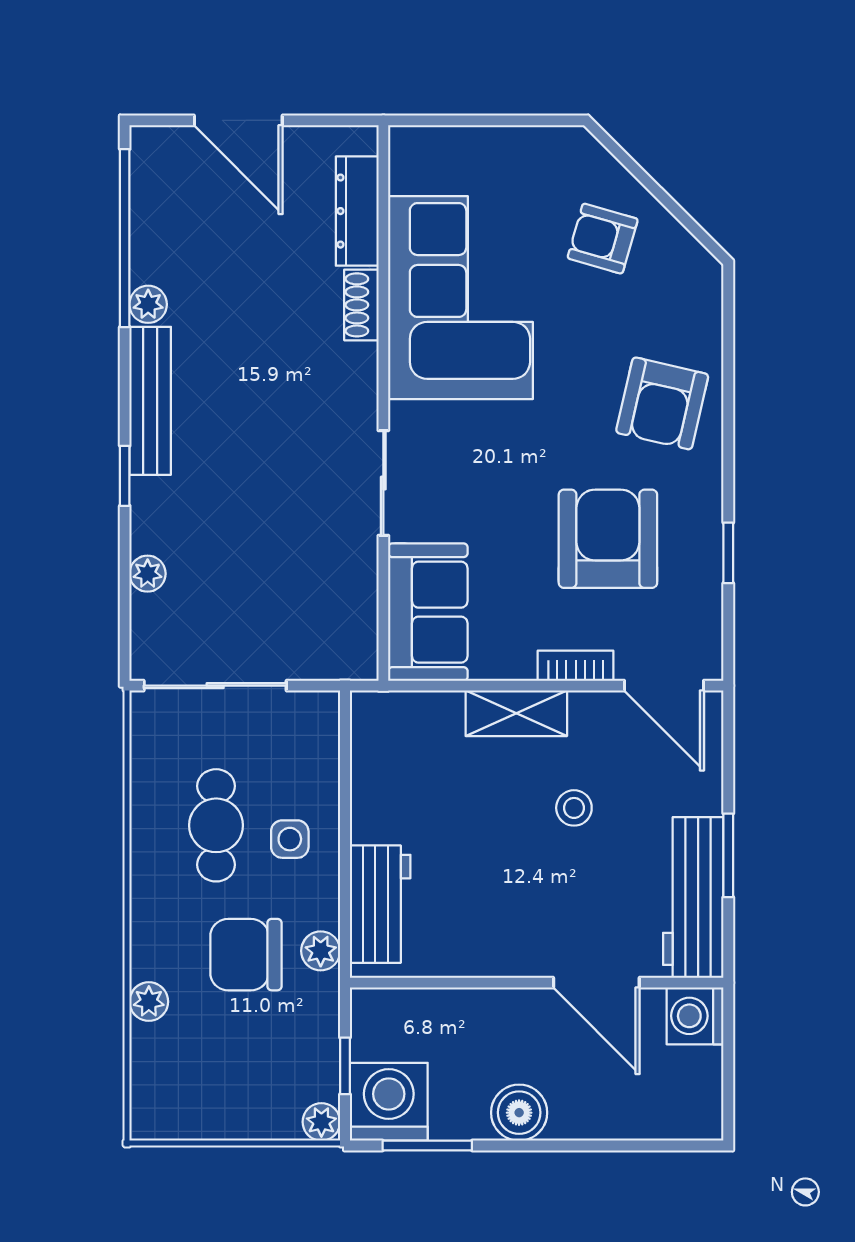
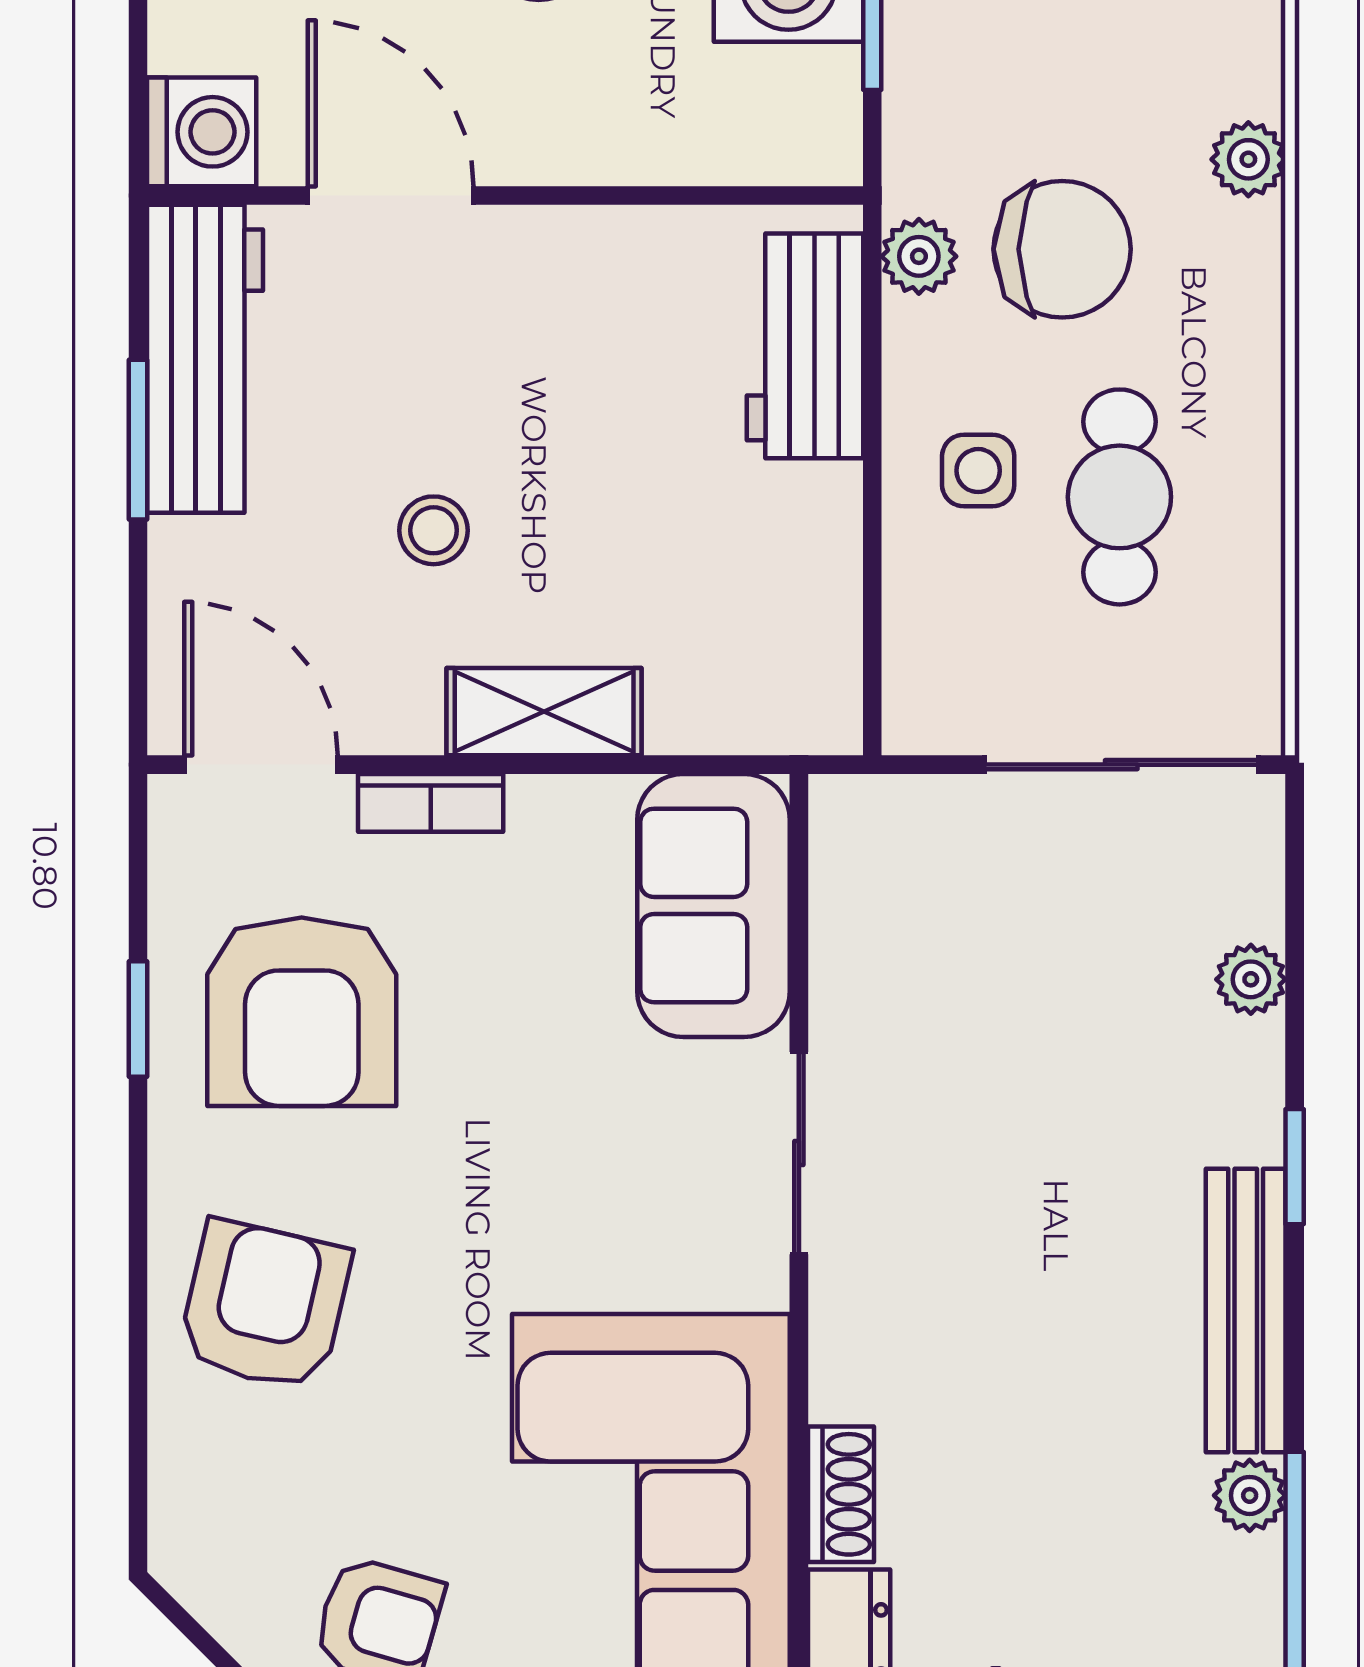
armchair: (608, 539) -> (302, 1012), moved

